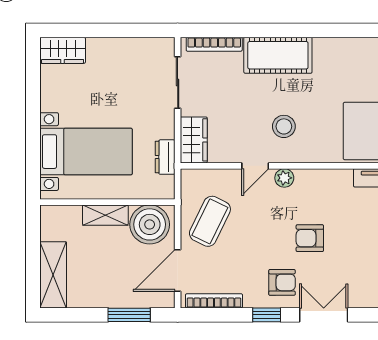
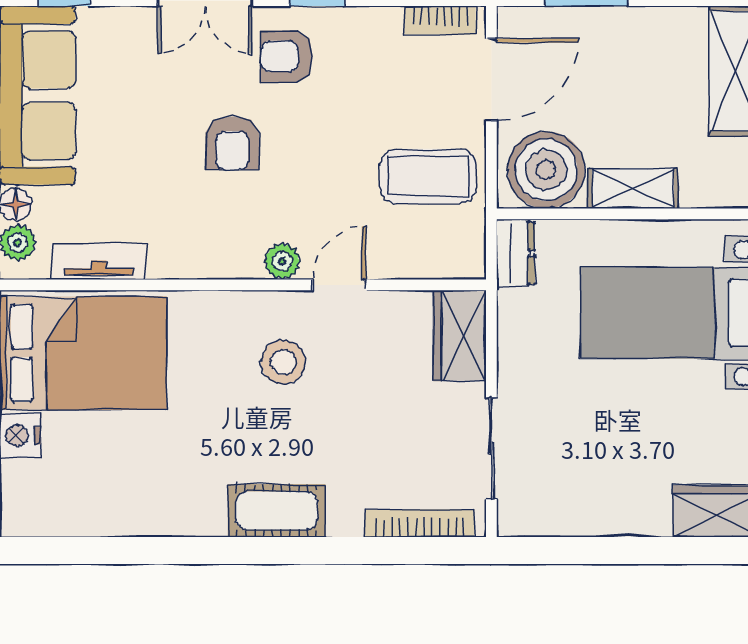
cot: (278, 55) -> (277, 511), width x0.73, depth x0.75
dresser: (165, 157) -> (516, 253), moved
coffee table: (210, 221) -> (428, 176), turned 64
armchair: (310, 238) -> (232, 143), turned 90
bookcase: (214, 301) -> (440, 20), width x0.64

